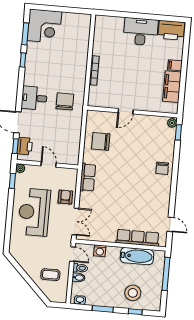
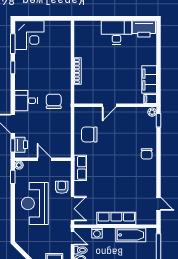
filing cabinet: (175, 65) -> (150, 99), moved
row of seats: (138, 238) -> (116, 218), moved

